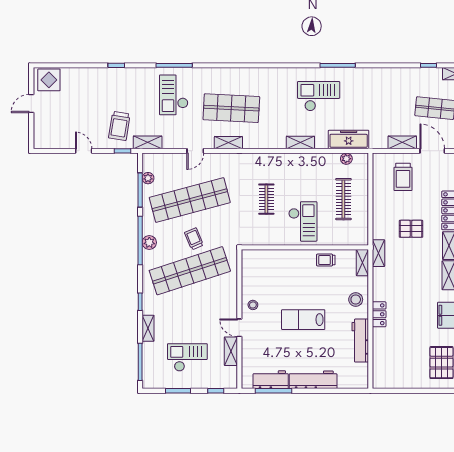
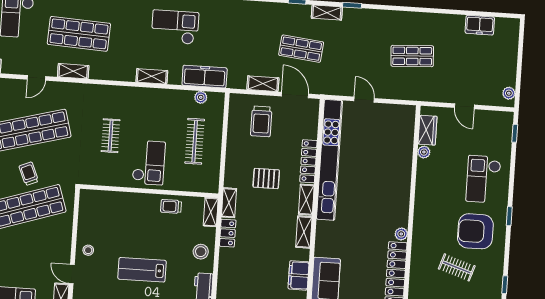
locker: (379, 314) -> (228, 233), moved

